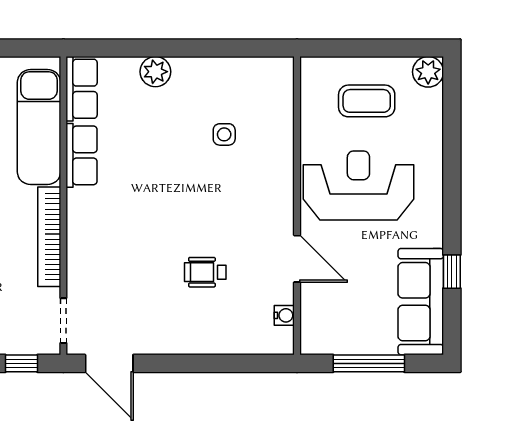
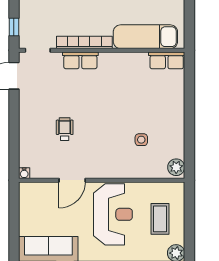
plant: (155, 72) -> (176, 167), moved
row of seats: (81, 155) -> (80, 60), moved
water cooler: (284, 315) -> (24, 173), moved
window: (369, 363) -> (14, 220), removed

